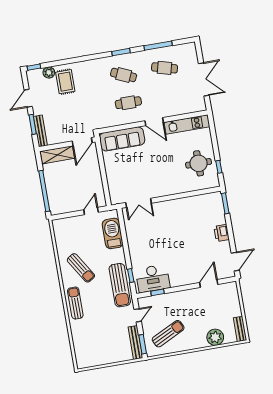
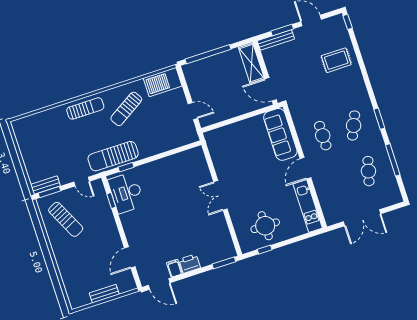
plant: (49, 72) -> (344, 40), removed
double door: (139, 203) -> (220, 195), moved
barbecue: (113, 233) -> (163, 82), moved, turned 180
filing cabinet: (224, 247) -> (174, 268), added
door: (209, 283) -> (130, 257), swing flipped
bench: (240, 329) -> (104, 294), moved
plant: (215, 337) -> (70, 274), removed
bench: (135, 343) -> (45, 185), width x0.73

